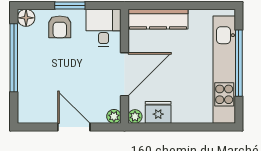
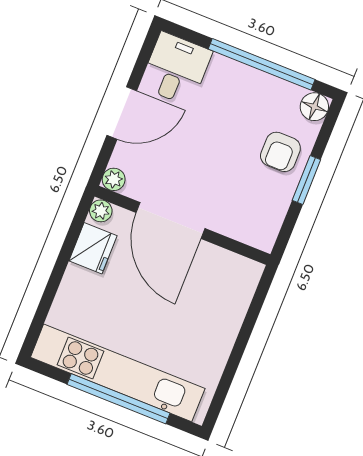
kitchen counter: (158, 19) -> (233, 304), removed
armchair: (60, 27) -> (280, 152), turned -90
desk: (104, 28) -> (176, 69), moved, turned -90

